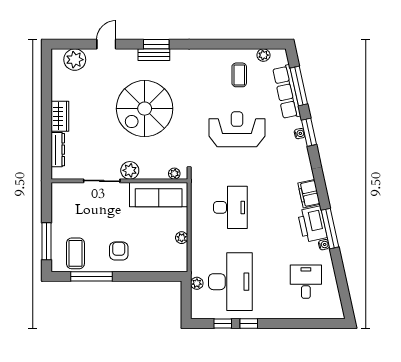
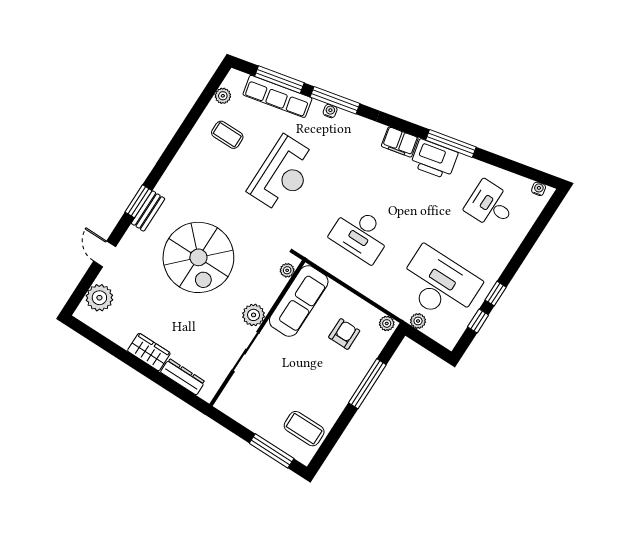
reception desk: (237, 129) -> (283, 174), turned 180
window: (309, 132) -> (335, 100), width x1.44
desk: (230, 207) -> (361, 234), turned 180
plant: (182, 238) -> (387, 323), moved
water cooler: (324, 245) -> (539, 189), moved
armchair: (119, 251) -> (344, 334), moved, turned 90
window: (91, 276) -> (367, 384), moved

